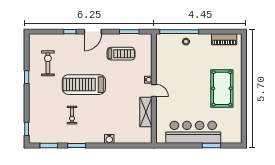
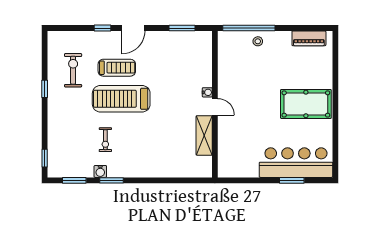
treadmill: (121, 54) -> (117, 68), moved
pool table: (222, 88) -> (306, 104), turned 90
bar counter: (193, 132) -> (296, 163), moved
water cooler: (109, 139) -> (100, 171), moved

